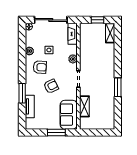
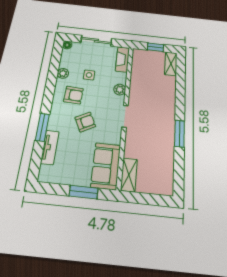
sliding door: (51, 20) -> (96, 41), width x0.73
shelving: (84, 106) -> (129, 175), moved

